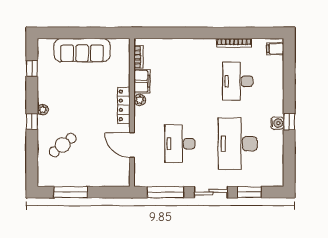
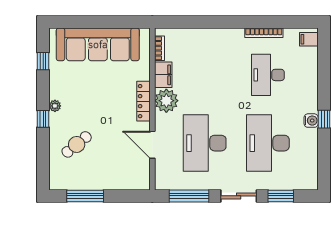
sofa: (82, 50) -> (98, 44), width x1.36, depth x1.27
plant: (140, 100) -> (166, 101), width x1.88, depth x1.88
desk: (180, 144) -> (205, 143), width x1.36, depth x1.30

